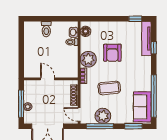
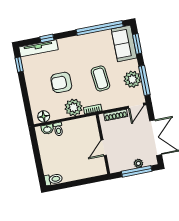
toilet: (46, 29) -> (53, 179), moved
armchair: (112, 53) -> (61, 82), turned 180
sofa: (142, 107) -> (124, 43), moved, turned 90

